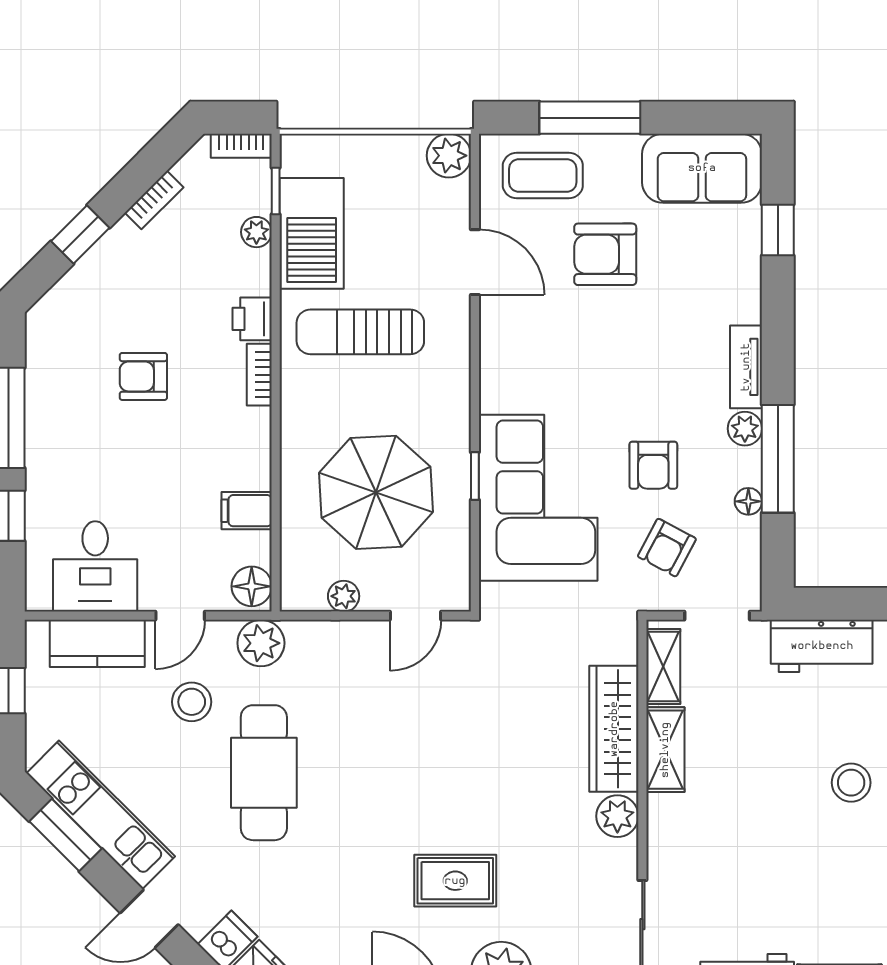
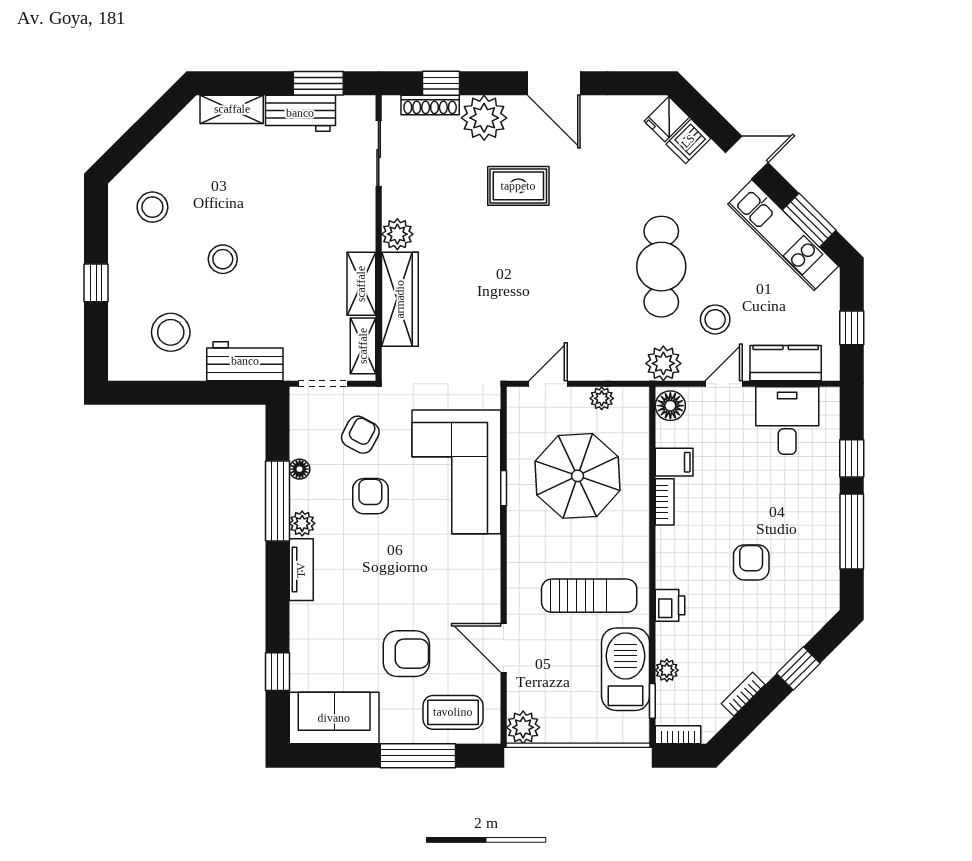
bookcase: (259, 375) -> (665, 502), moved
armchair: (143, 376) -> (751, 562), turned -90

